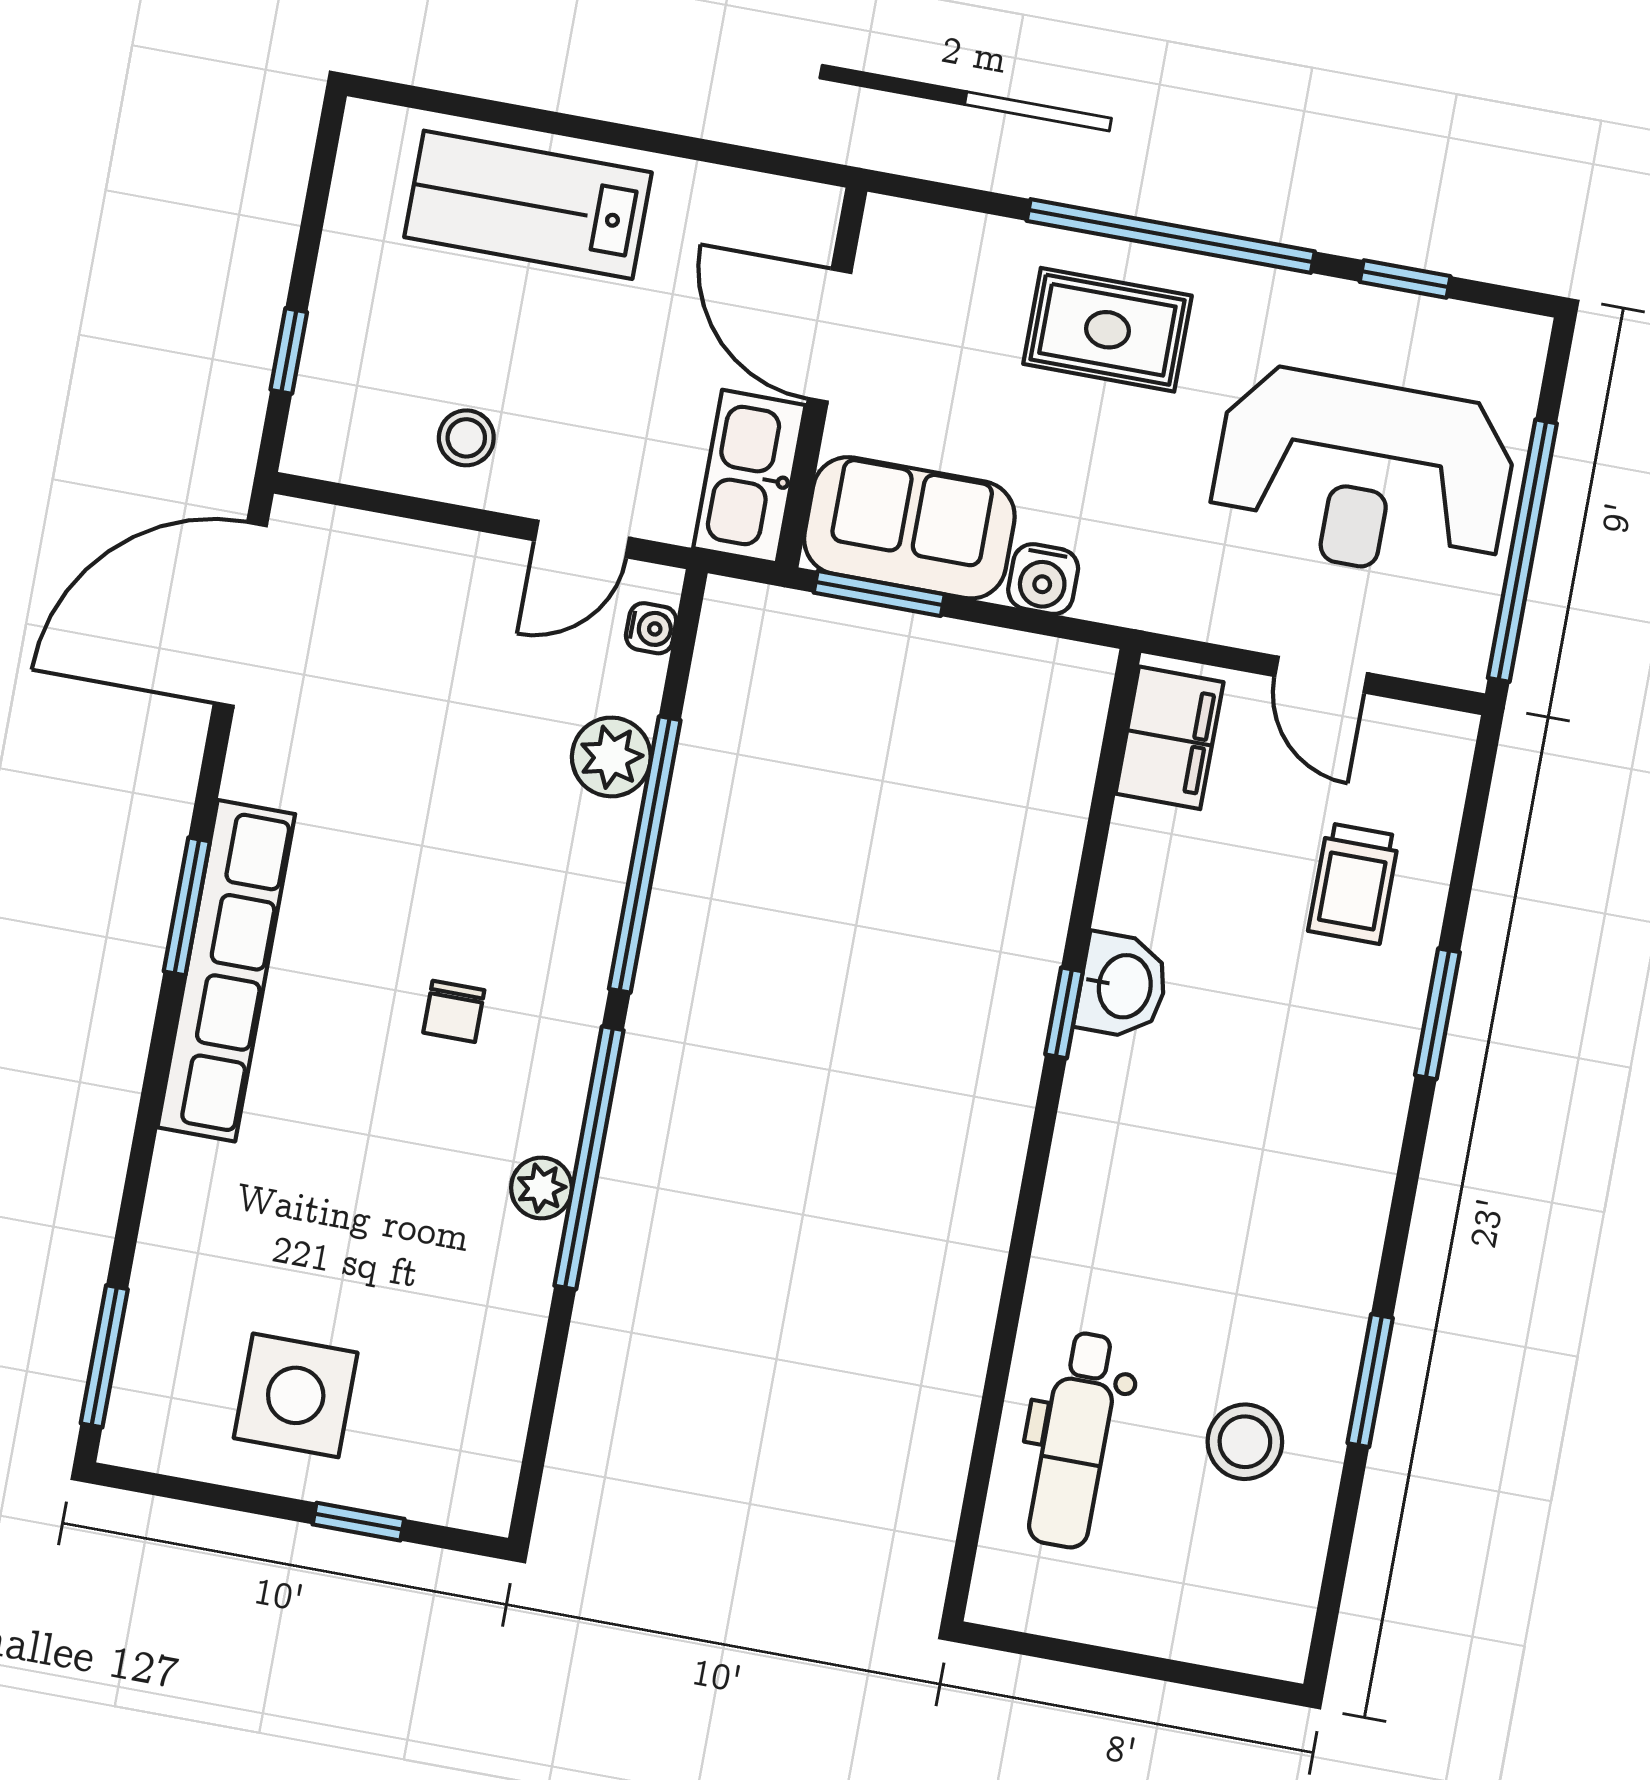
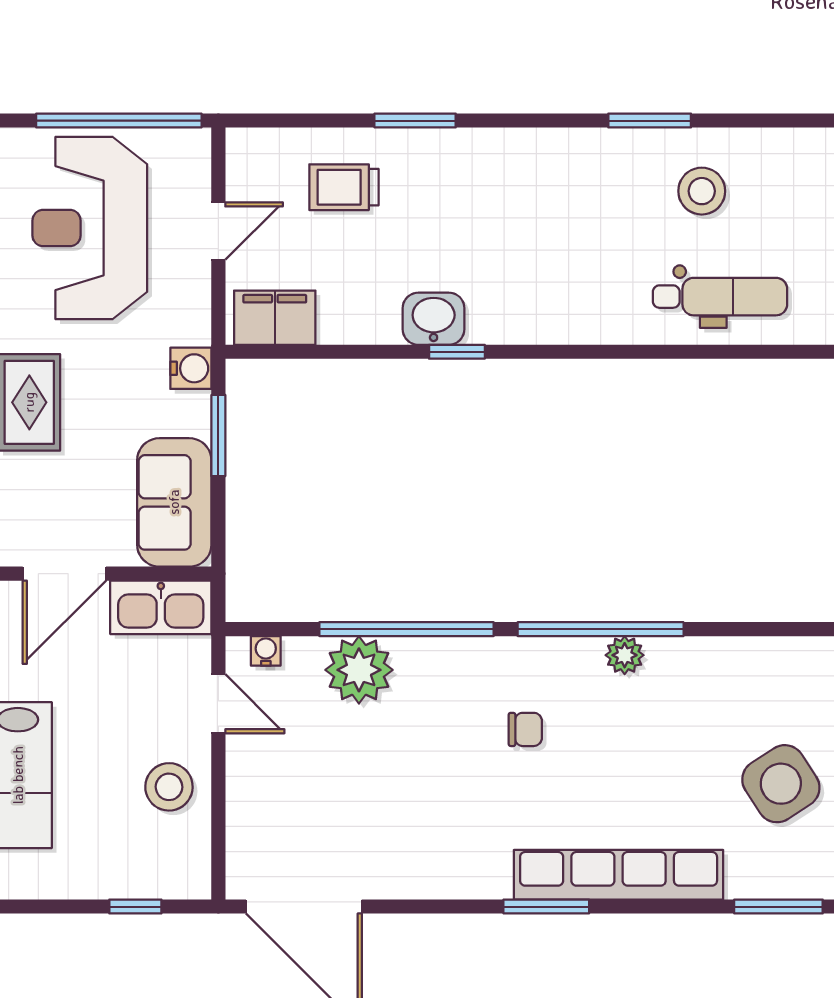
stool: (466, 438) -> (169, 787), width x1.37, depth x1.37
reception desk: (1363, 474) -> (90, 228), turned 180
water cooler: (1043, 579) -> (191, 368), moved
window: (879, 594) -> (218, 436), moved
plant: (611, 757) -> (359, 670), width x1.36, depth x1.36
trolley: (1354, 883) -> (344, 187), turned 180
window: (187, 906) -> (546, 907), moved
row of seats: (226, 971) -> (619, 875), moved
side table: (296, 1395) -> (781, 784), turned -33

